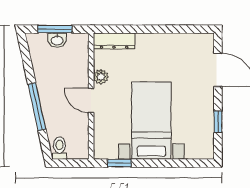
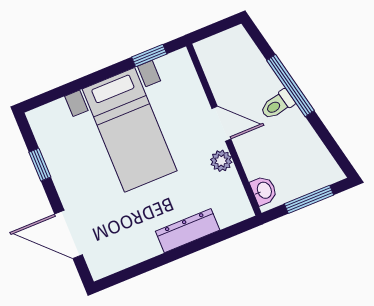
washbasin: (57, 40) -> (264, 190), moved, turned 90
dresser: (114, 41) -> (188, 231), moved
toilet: (59, 148) -> (277, 105), moved, turned 78

